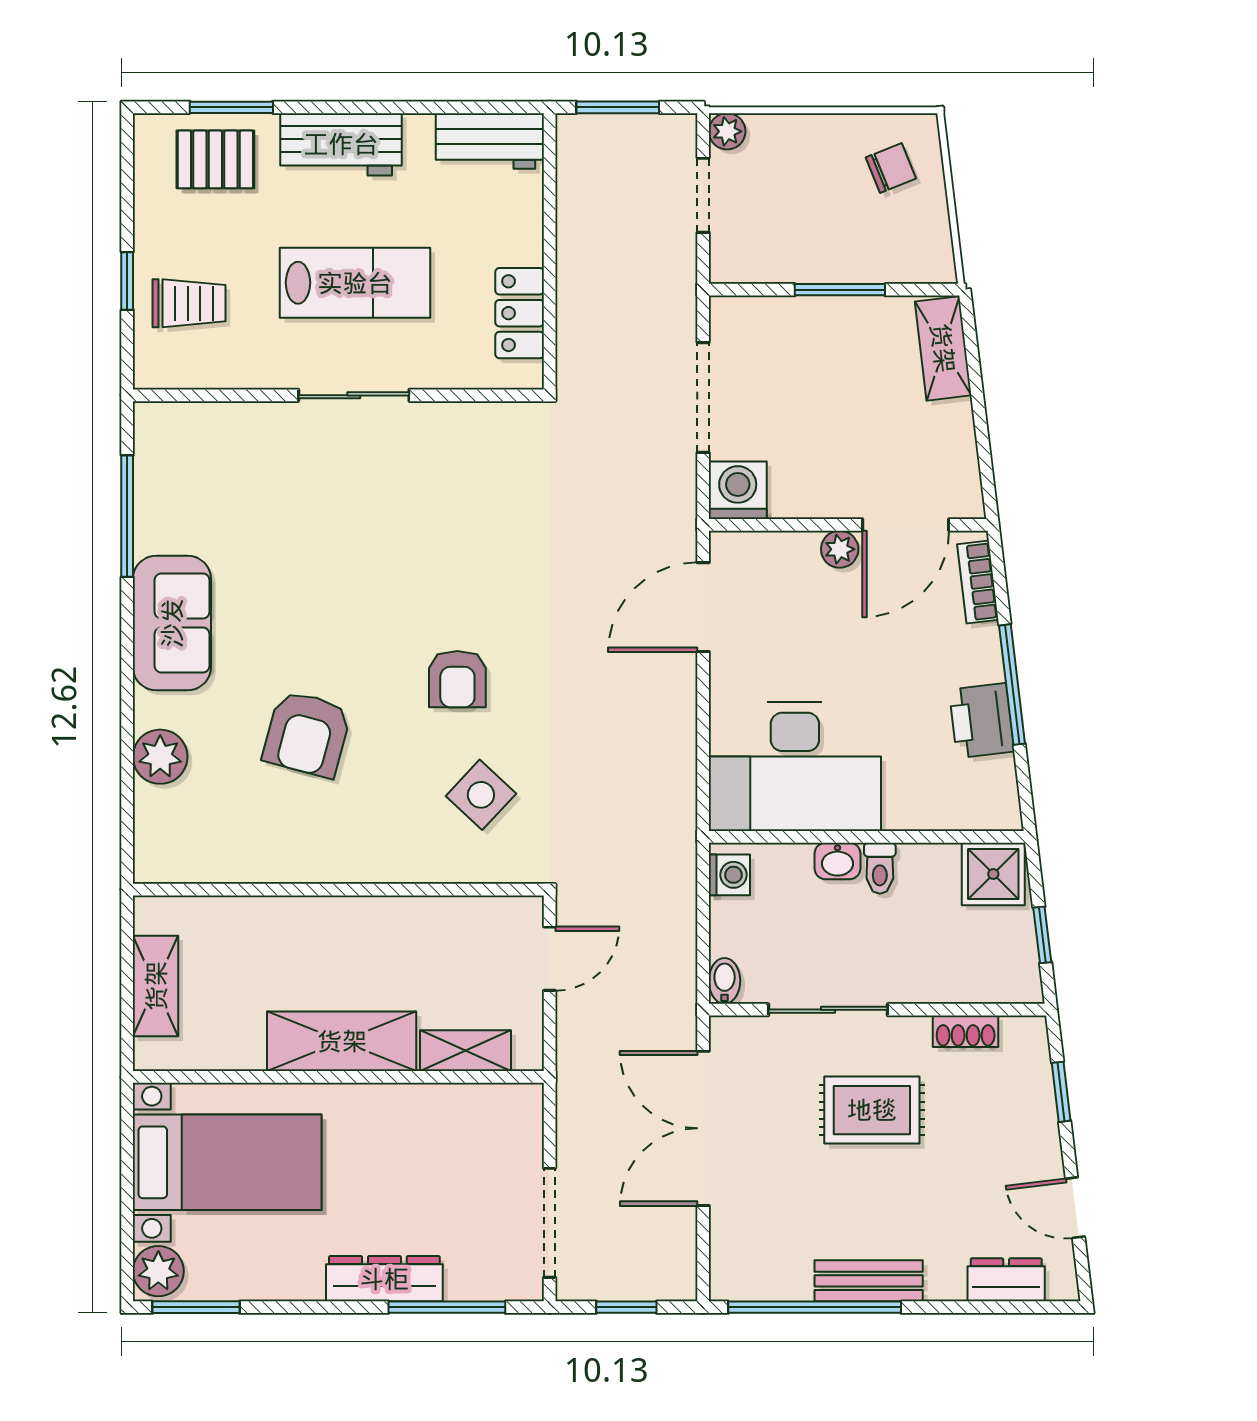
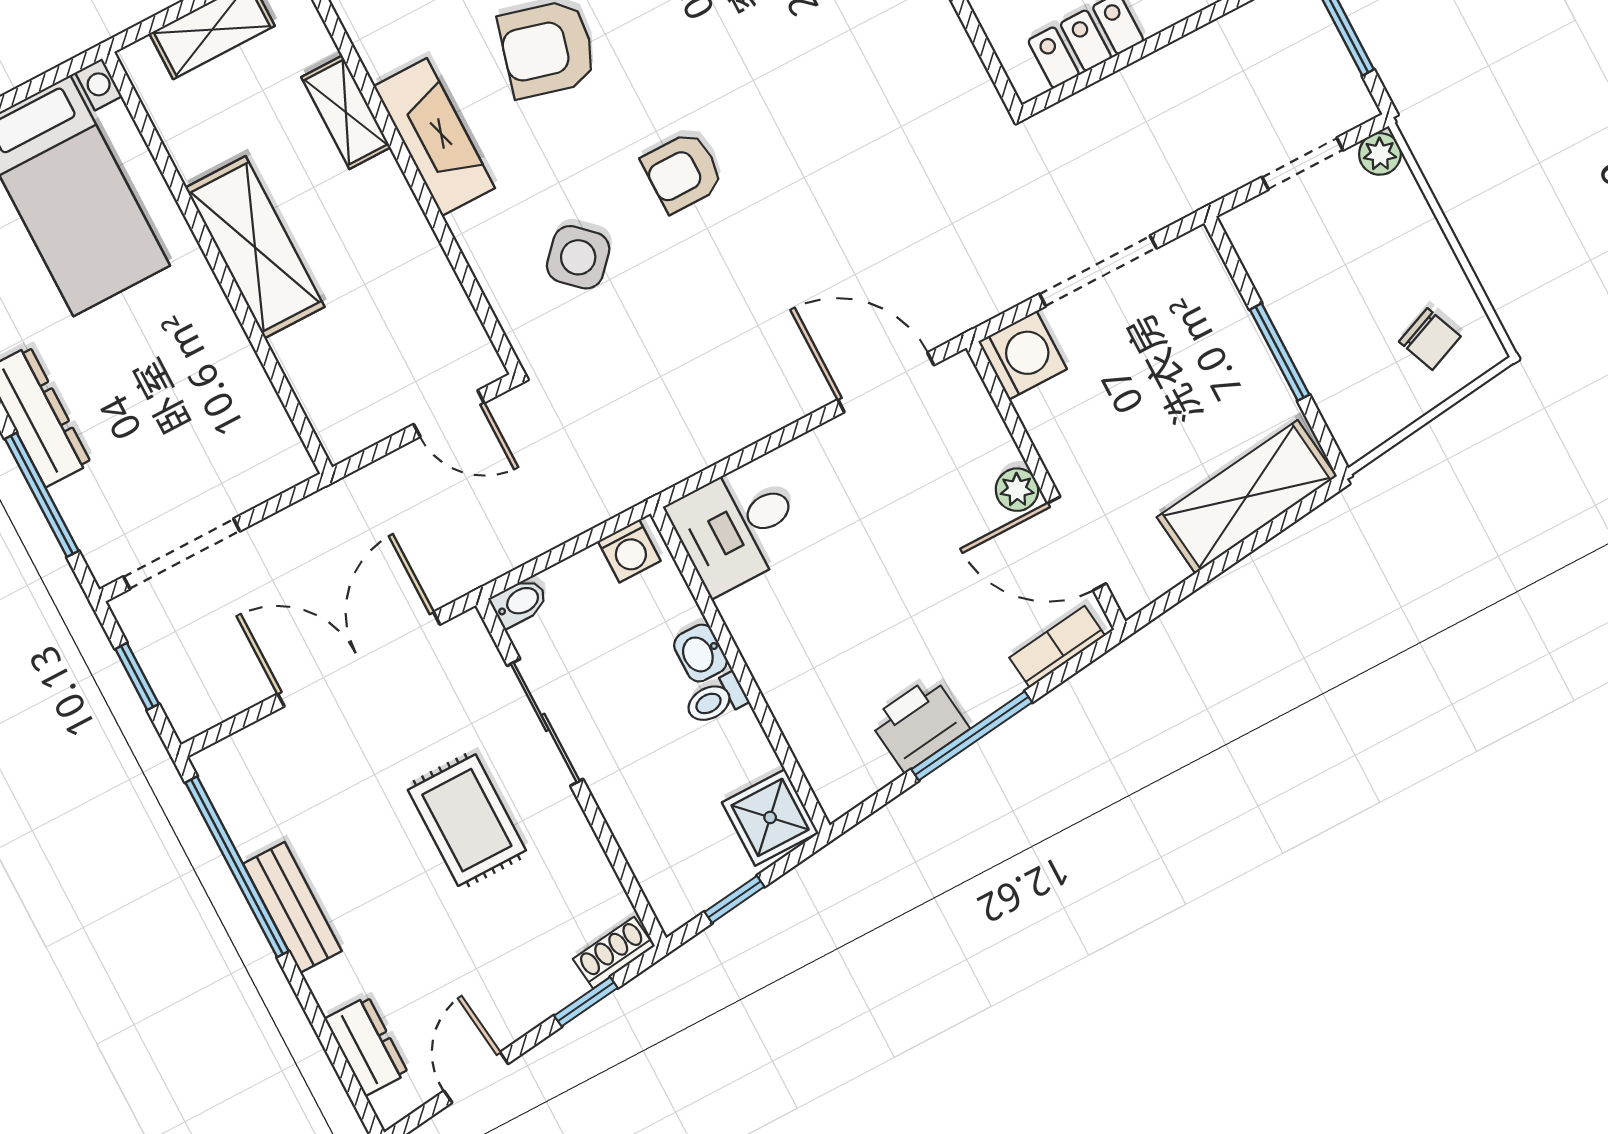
shelving: (943, 348) -> (1247, 497), width x1.50, depth x1.33
desk: (795, 767) -> (737, 527), width x0.53, depth x0.77
fireplace: (329, 857) -> (434, 137), added
shoe rack: (966, 1031) -> (614, 953), moved, turned 83
shelving: (466, 1051) -> (346, 112), moved

